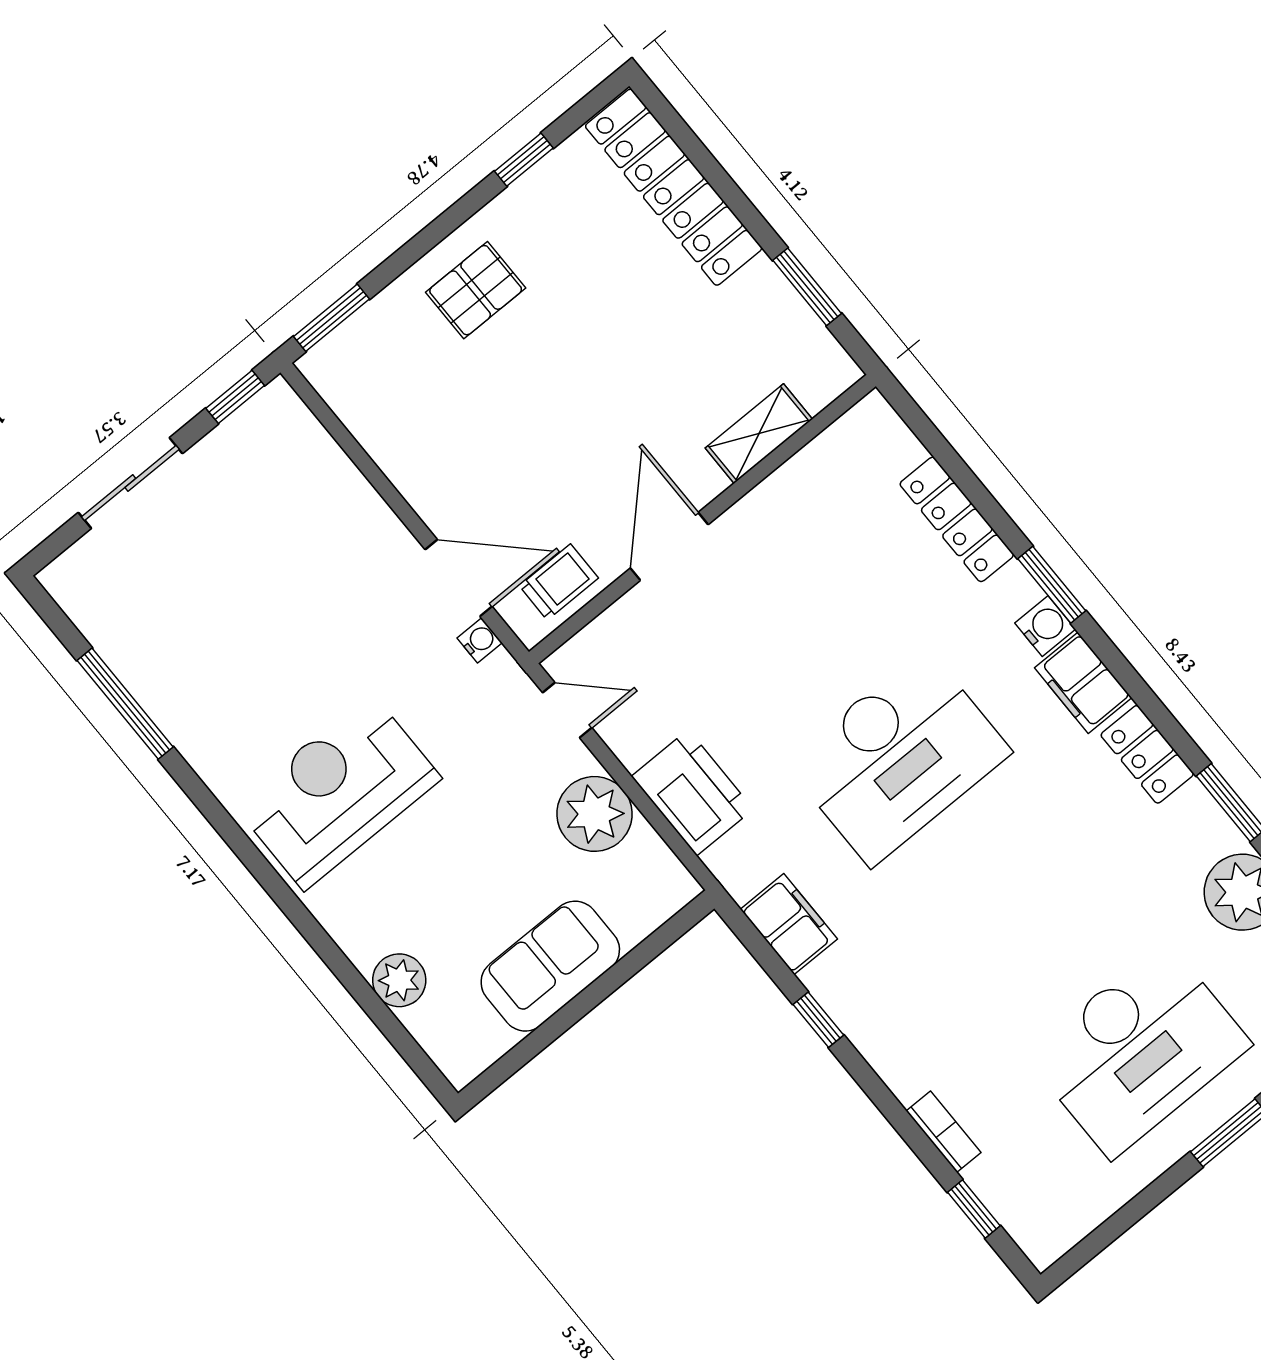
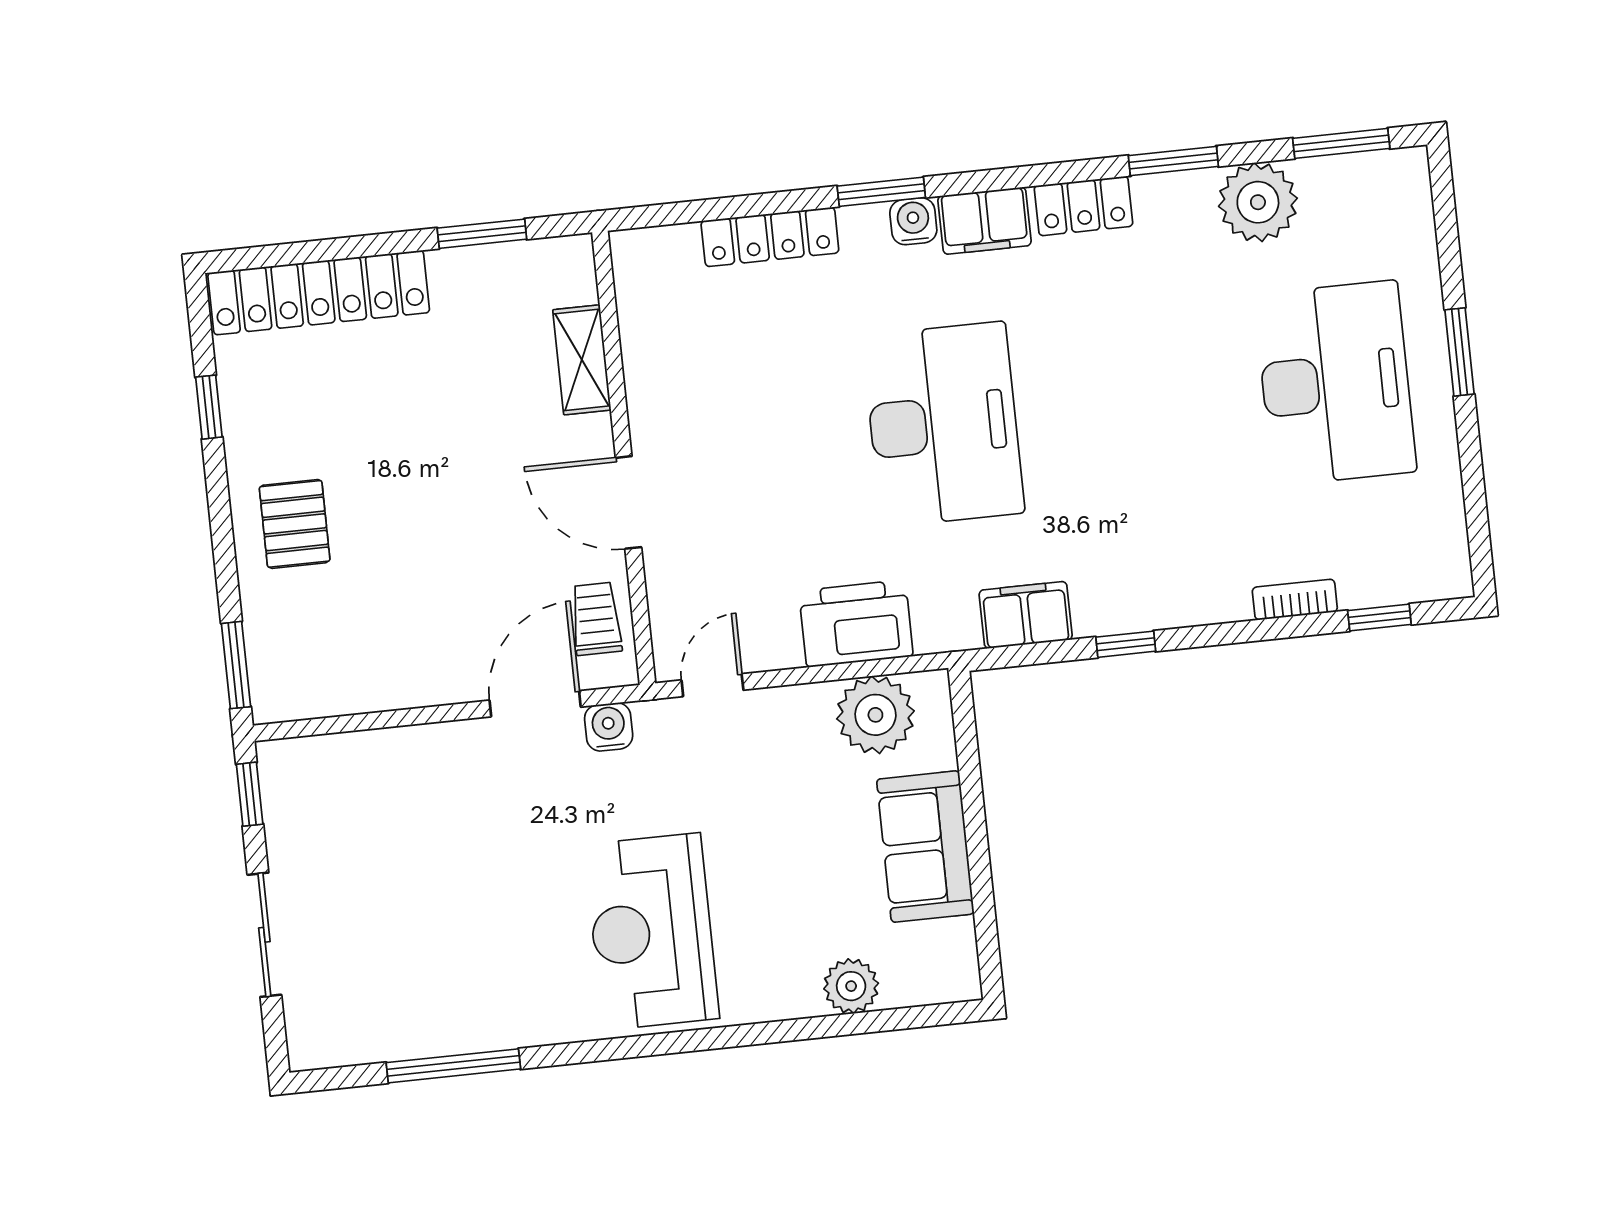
water cooler: (480, 640) -> (609, 727), width x1.38, depth x1.38
plant: (594, 814) -> (875, 715), moved

